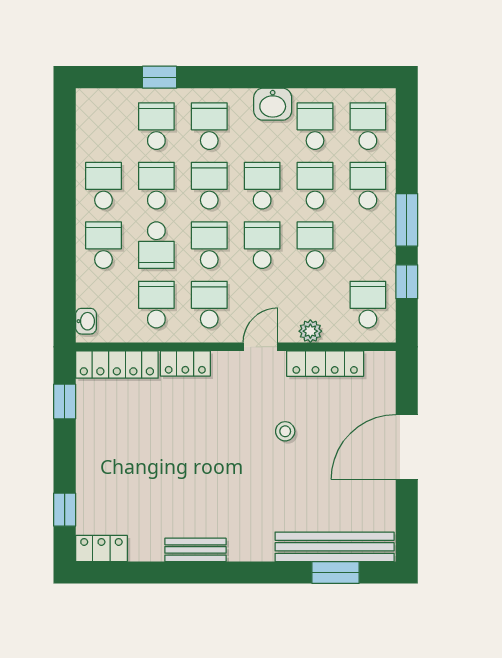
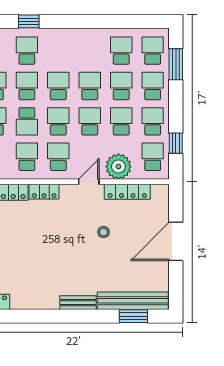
washbasin: (273, 104) -> (96, 38), removed
school desk: (209, 126) -> (153, 121), moved
window: (407, 220) -> (176, 64), moved
plant: (310, 331) -> (118, 167), width x1.88, depth x1.88
bench: (195, 550) -> (78, 303), moved

